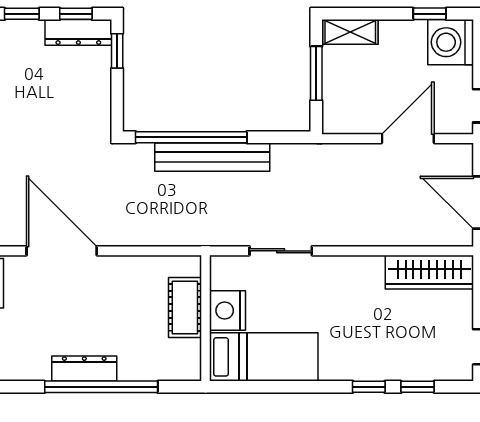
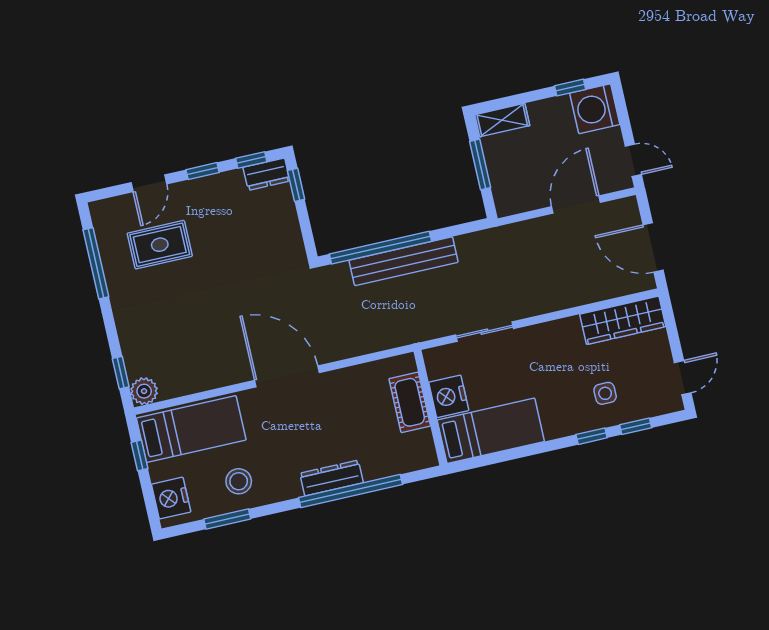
dresser: (78, 32) -> (266, 174), width x0.70
side table: (393, 345) -> (605, 393), added

